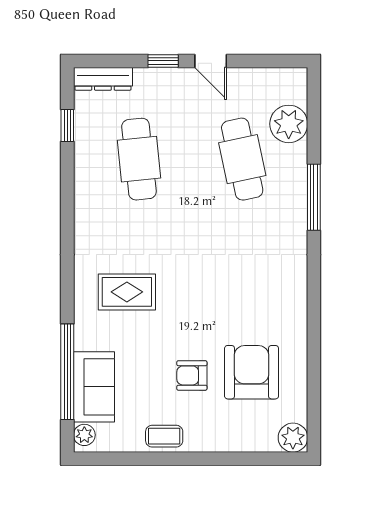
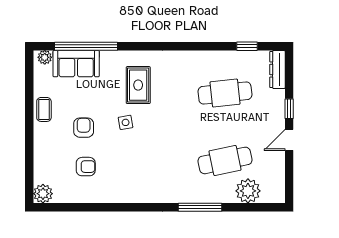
side table: (184, 311) -> (126, 122), added
armchair: (252, 372) -> (86, 167), width x0.53, depth x0.53

